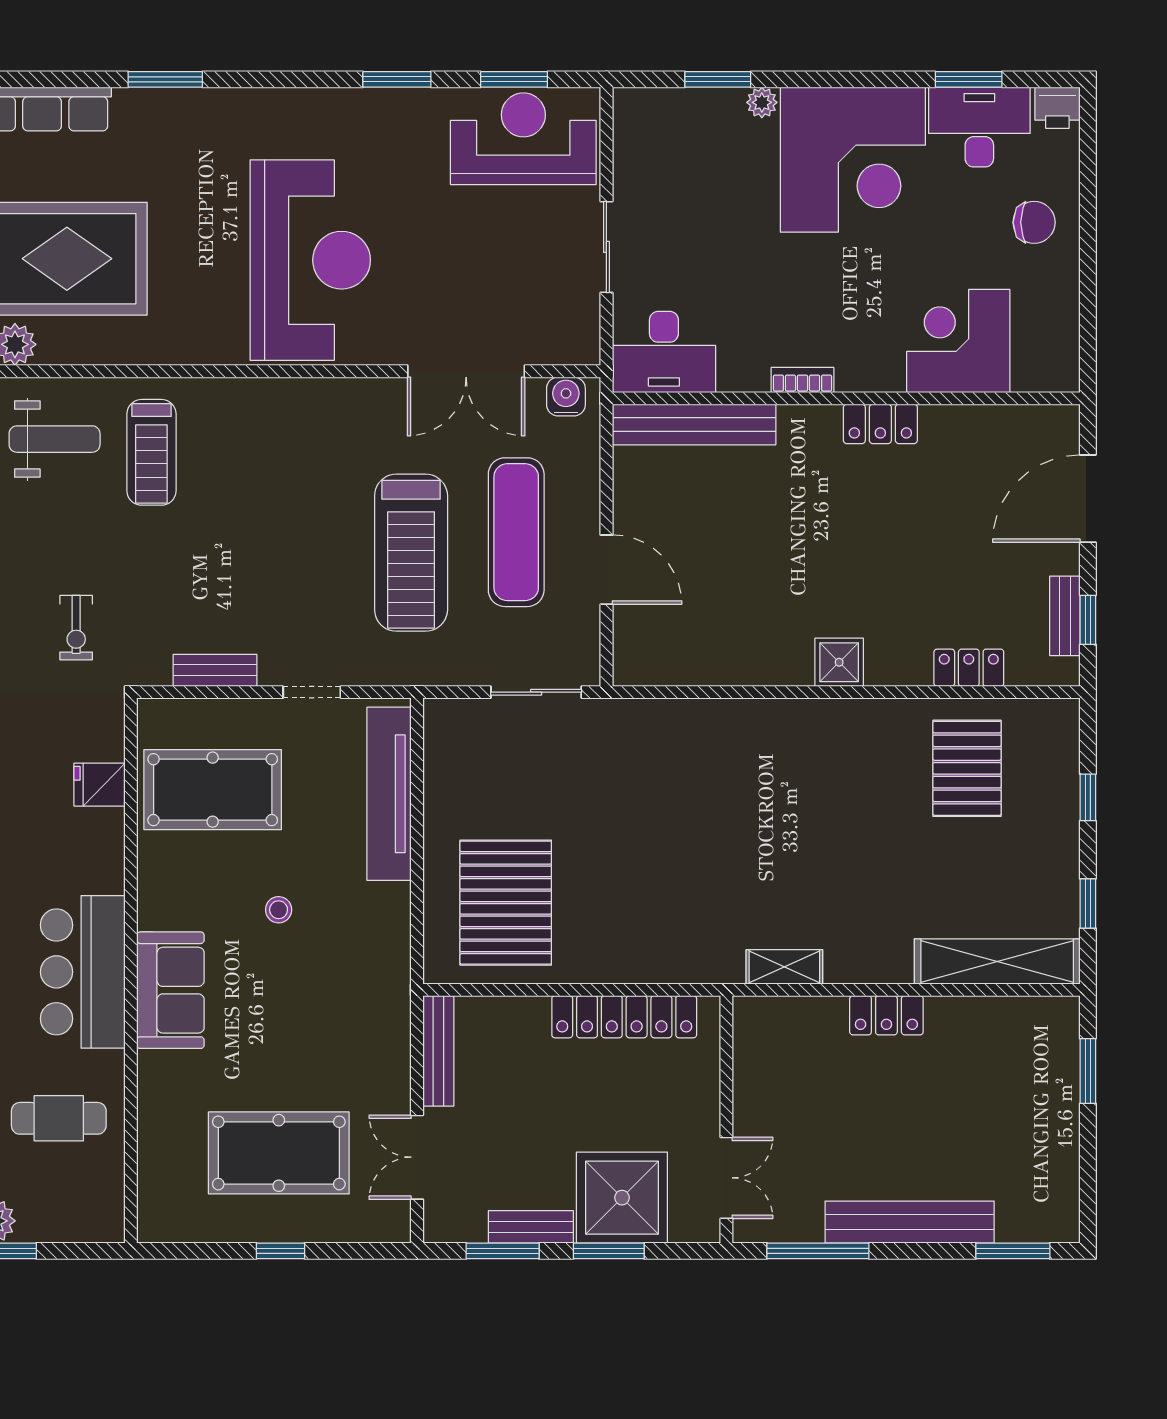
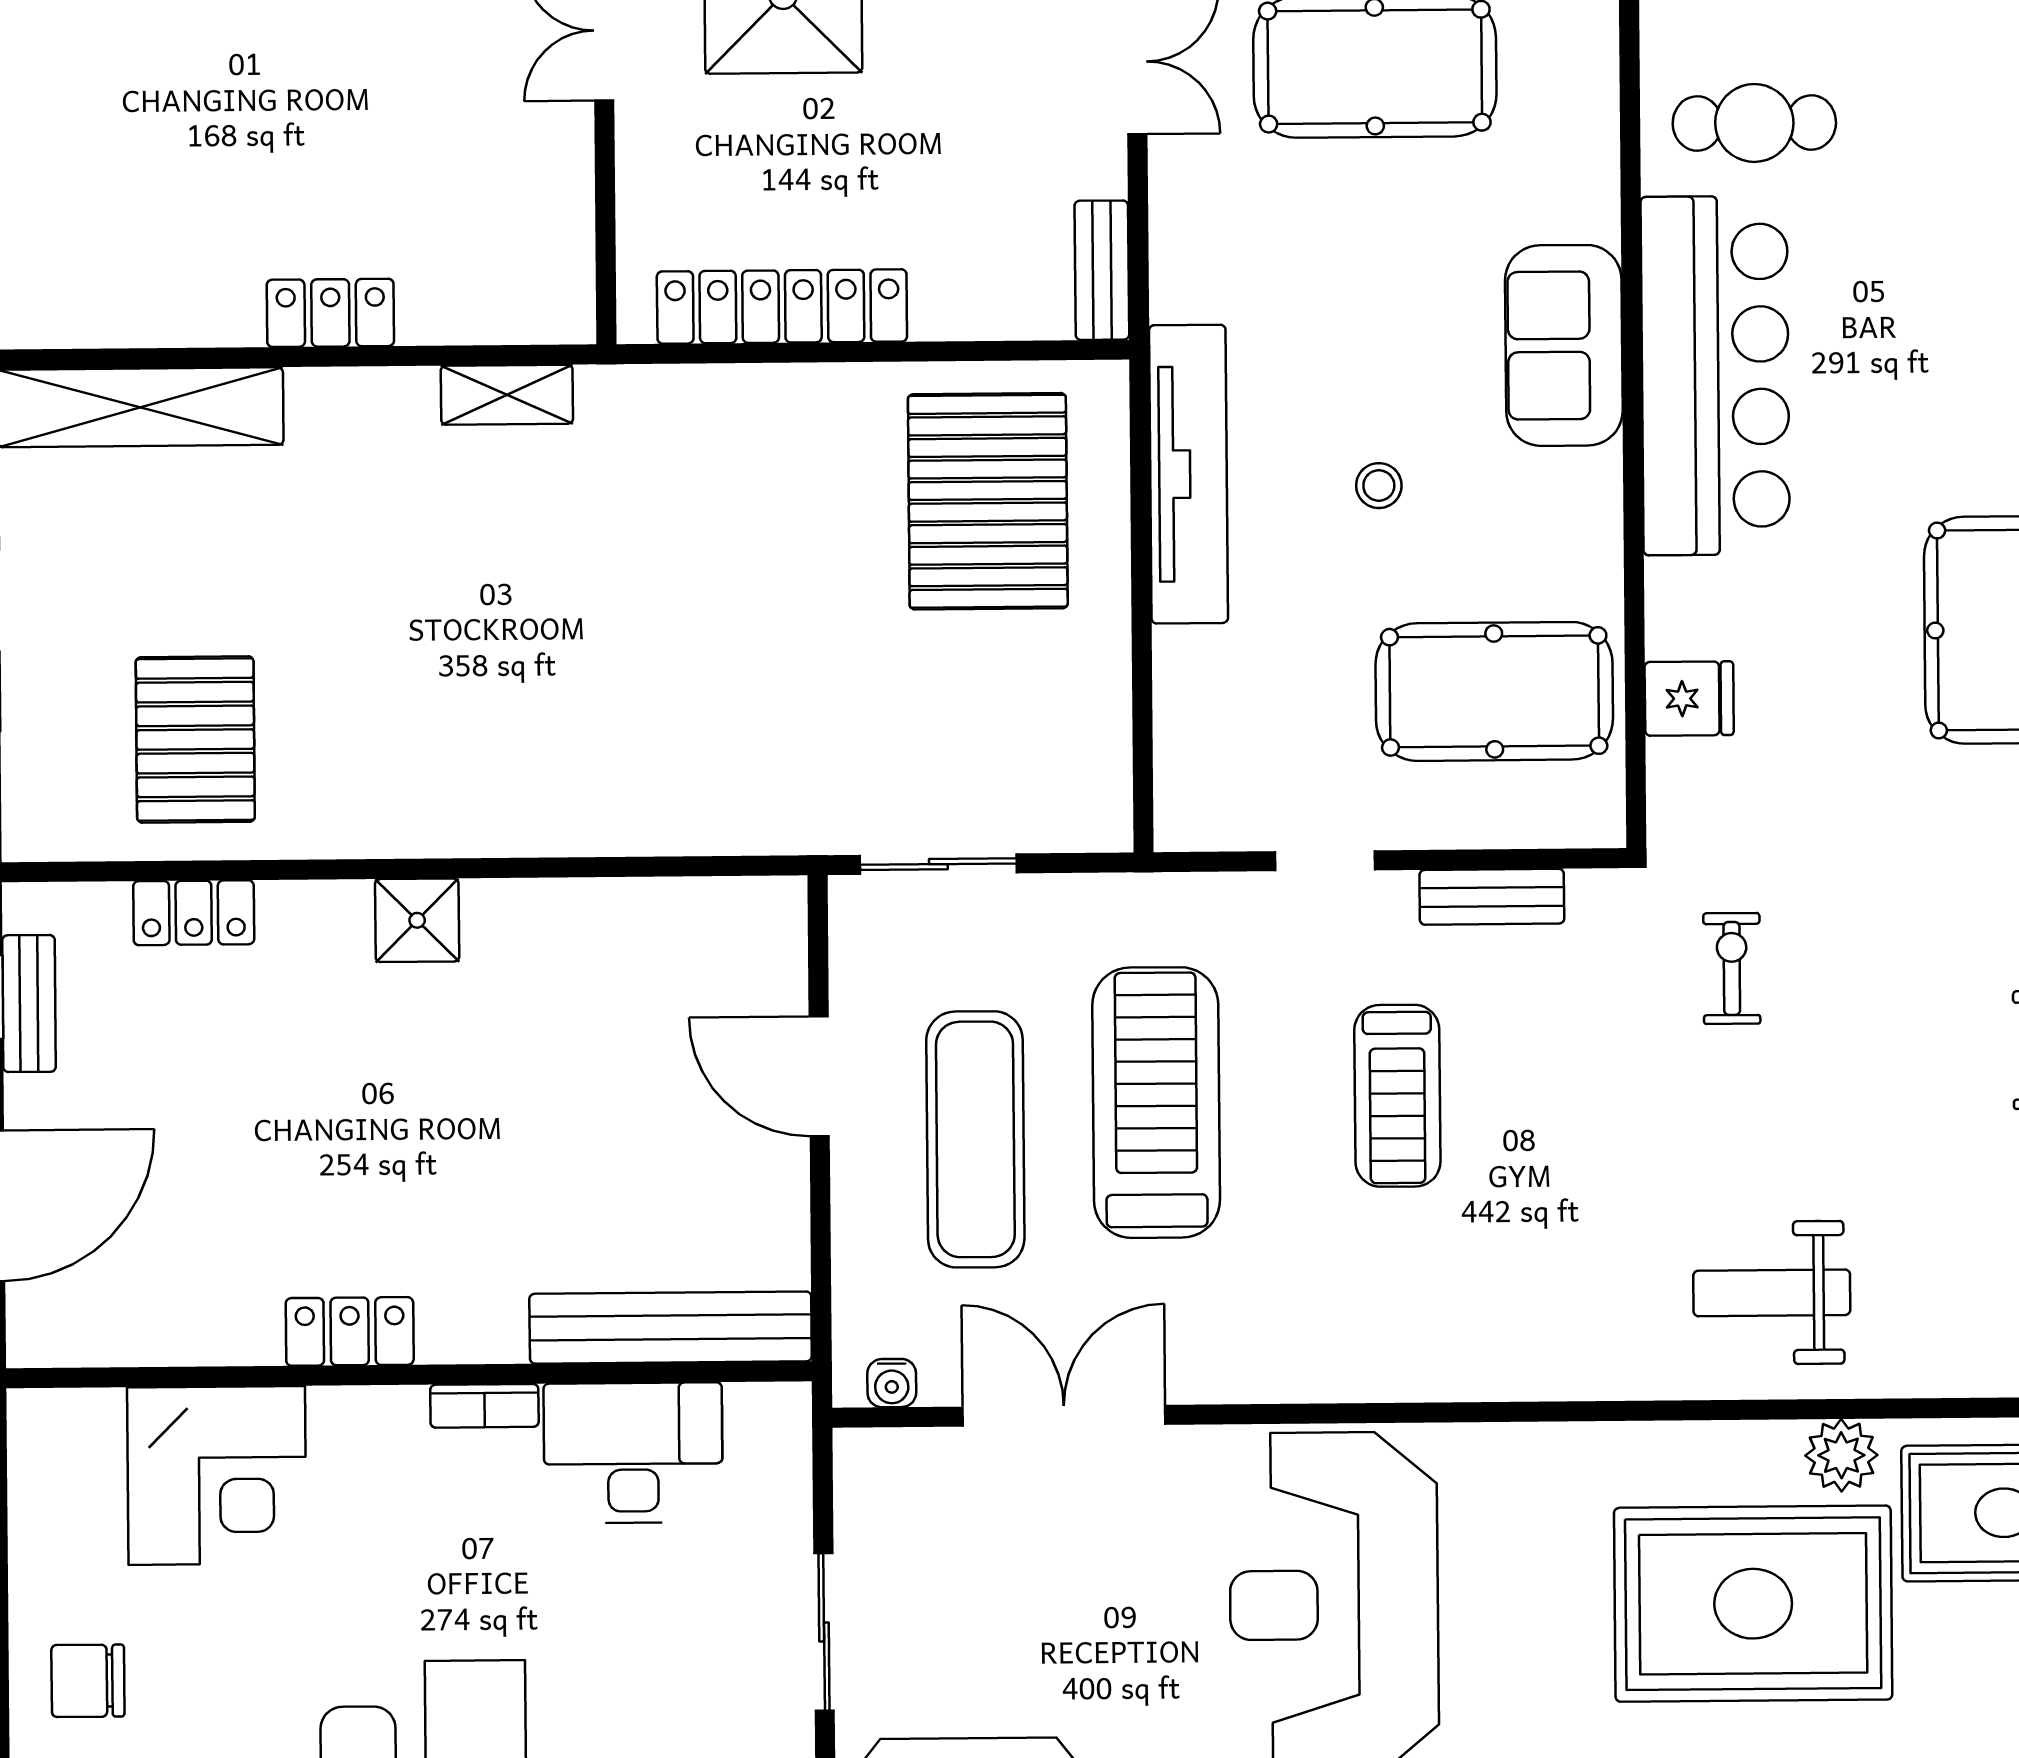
desk: (664, 352) -> (633, 1453), moved
water cooler: (566, 397) -> (892, 1383), width x0.72, depth x0.72
treadmill: (151, 452) -> (1397, 1096), moved, turned 180
tv unit: (389, 794) -> (1188, 474), moved
bar counter: (83, 972) -> (1715, 376), width x1.36
bench: (438, 1051) -> (1102, 270), width x0.73

